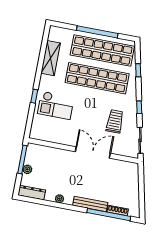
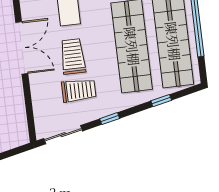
trolley: (92, 118) -> (73, 56), added
double door: (93, 152) -> (22, 48), moved

